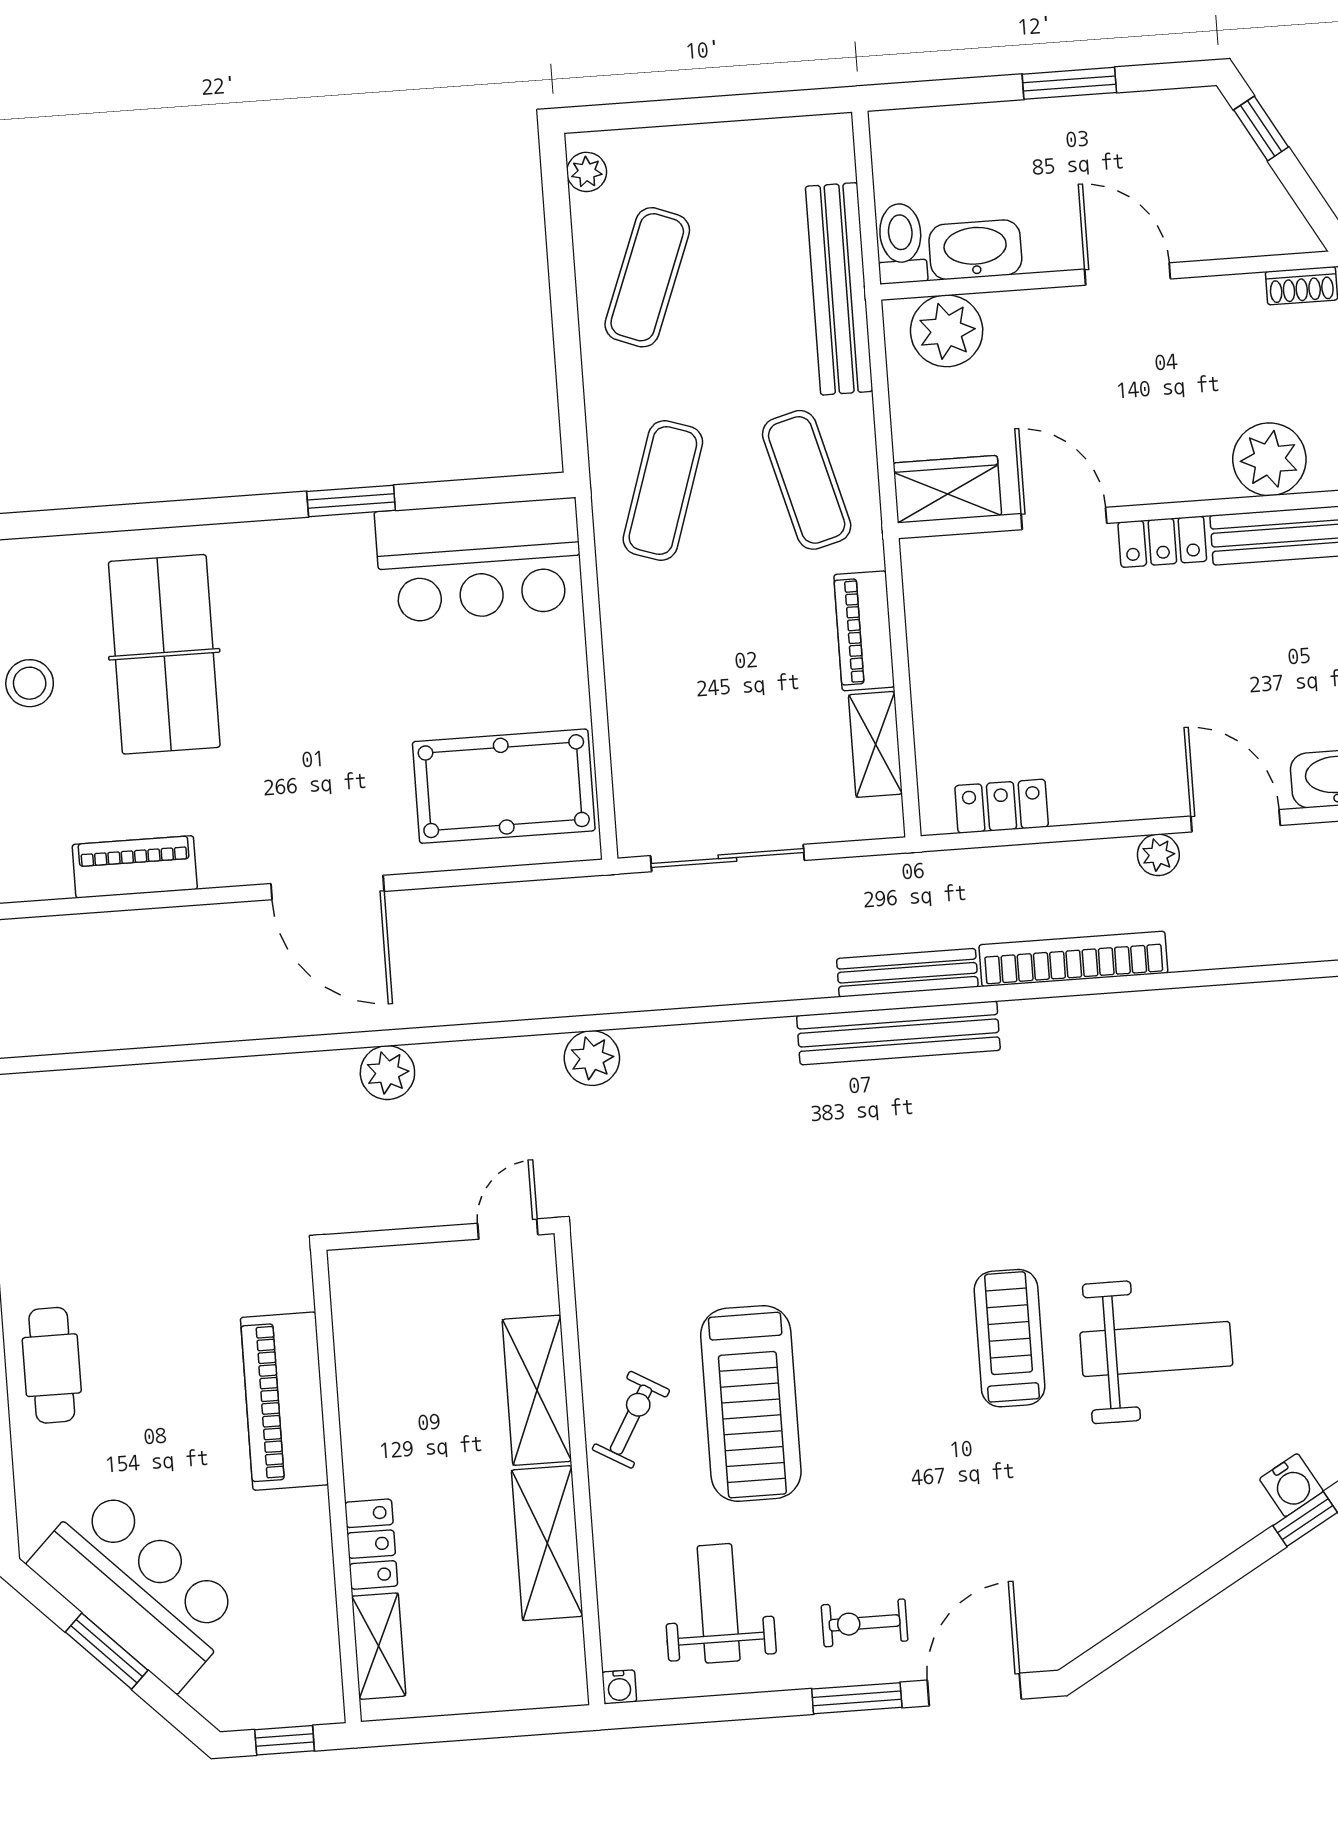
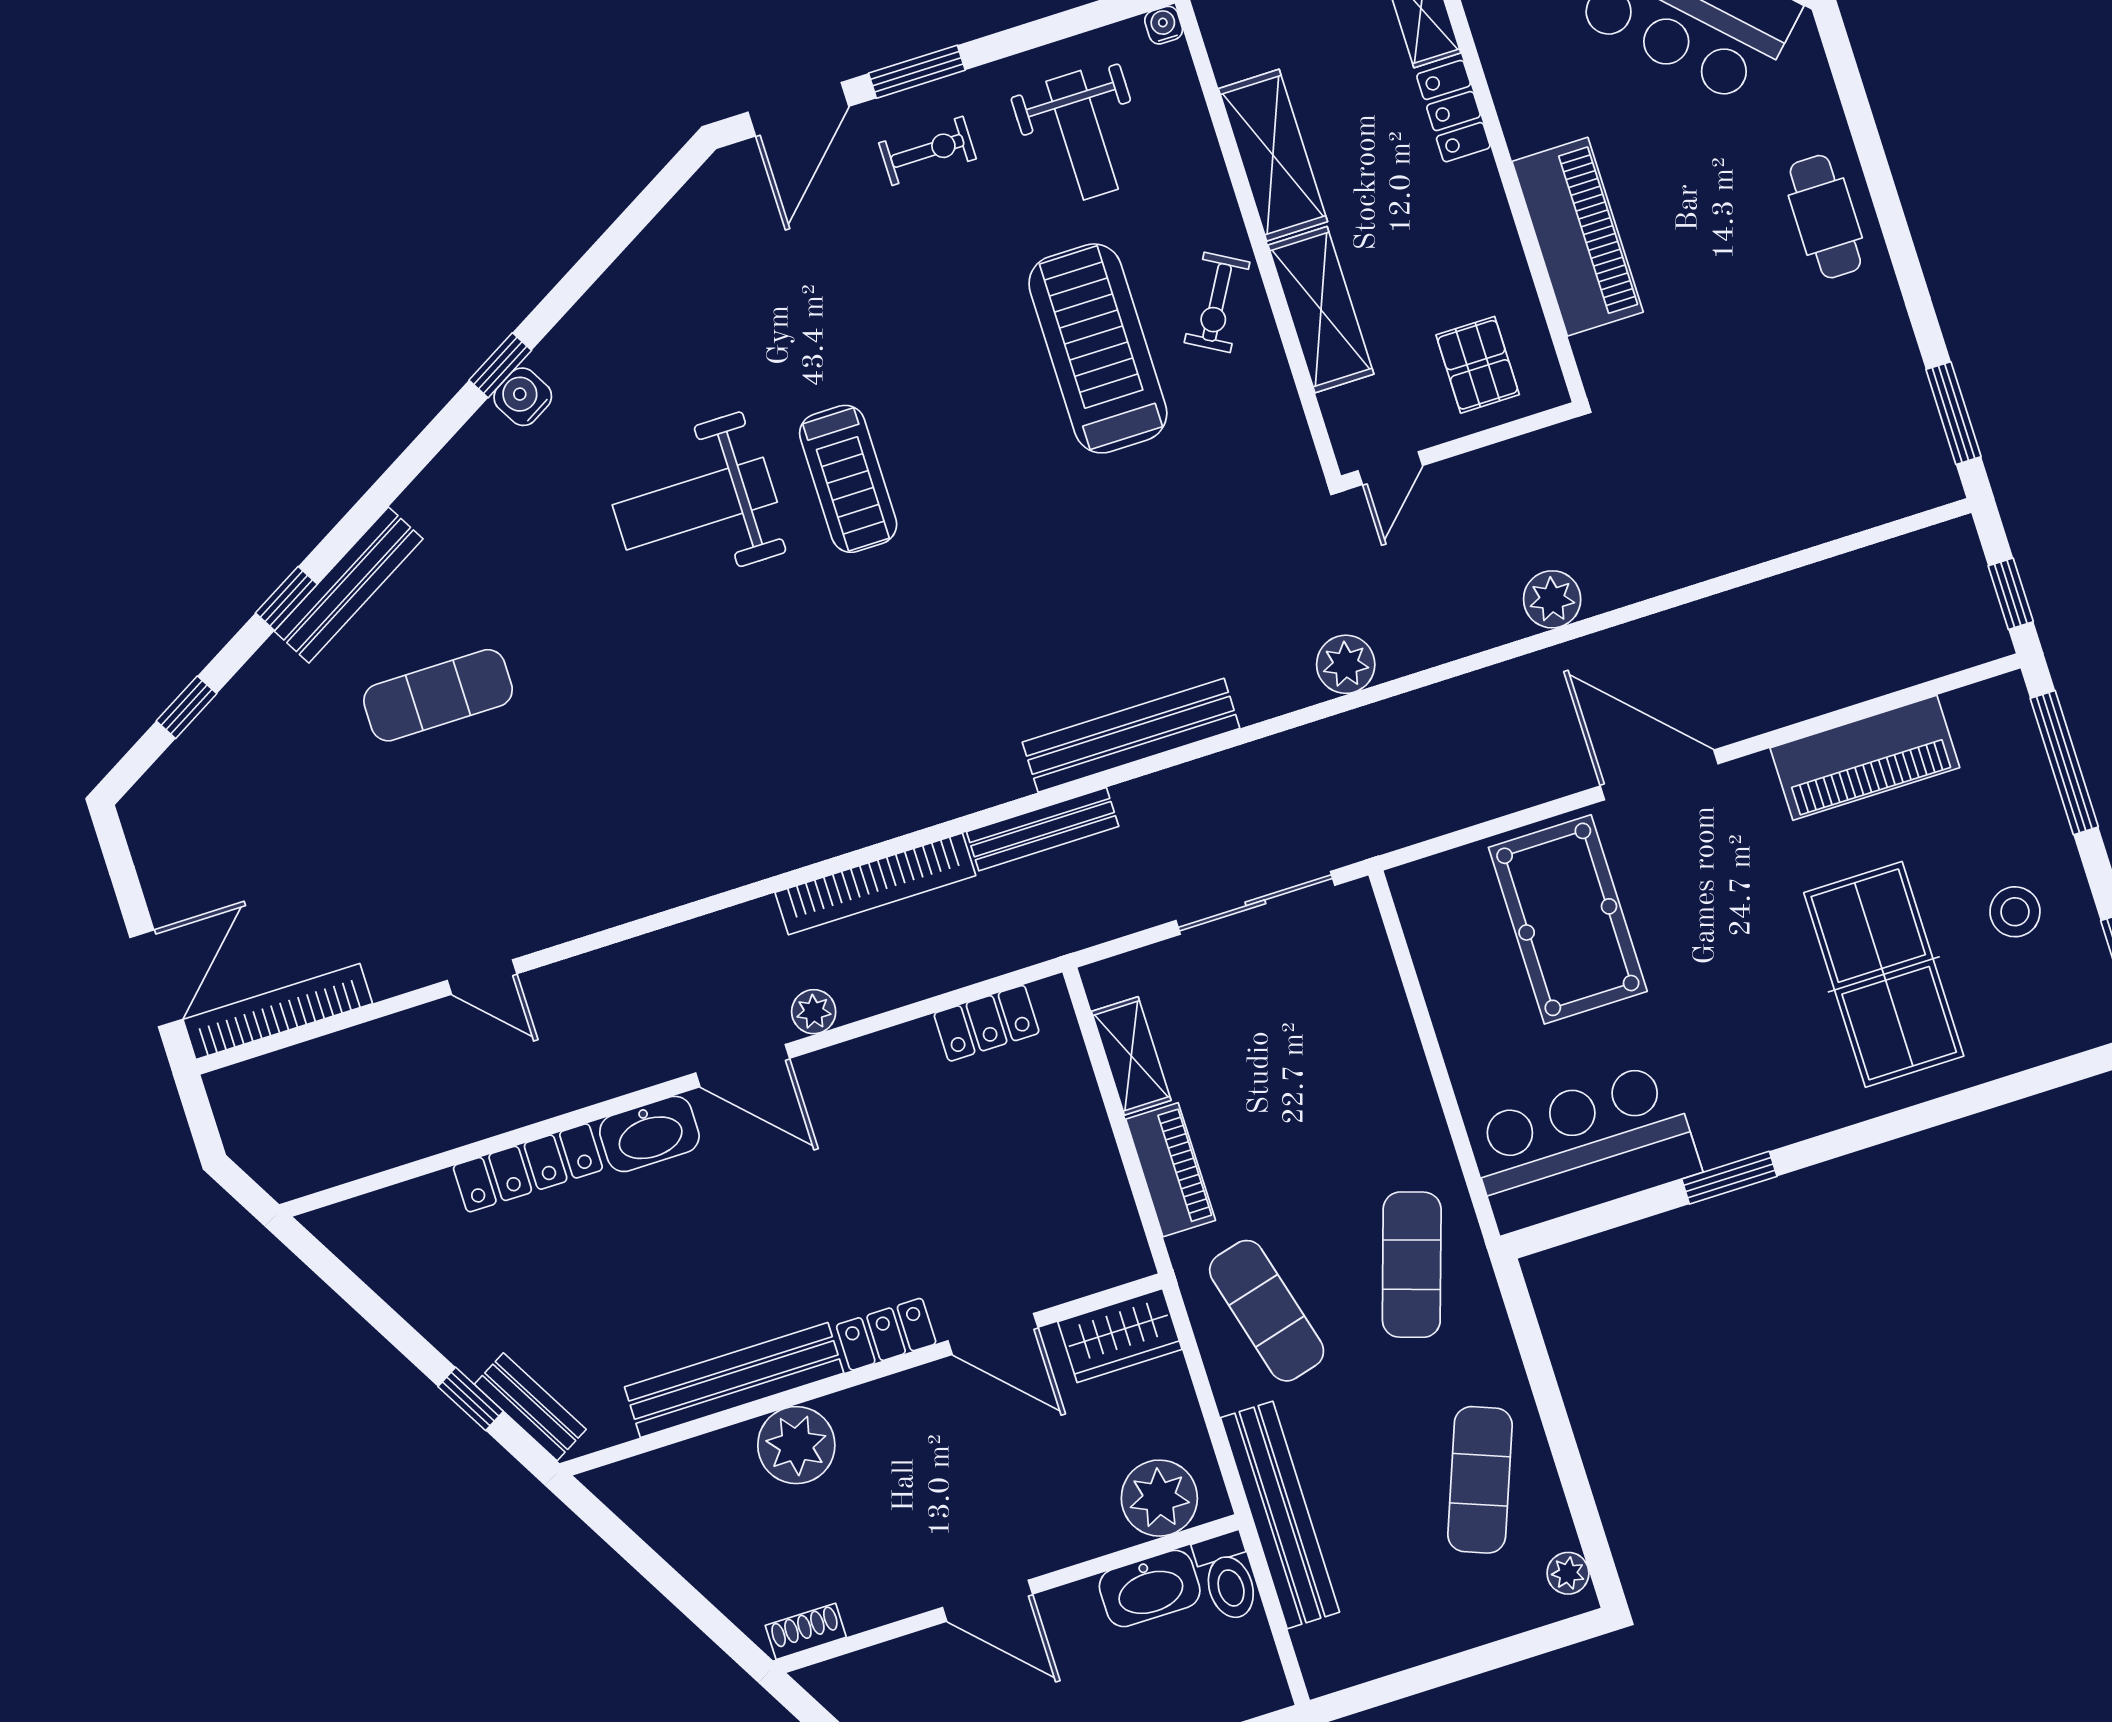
pool table: (504, 786) -> (1568, 919), moved, turned 90
piano: (135, 867) -> (1865, 758), width x1.37, depth x1.33
bench: (898, 1033) -> (1131, 735), moved
pallet: (405, 1305) -> (1478, 365), added

